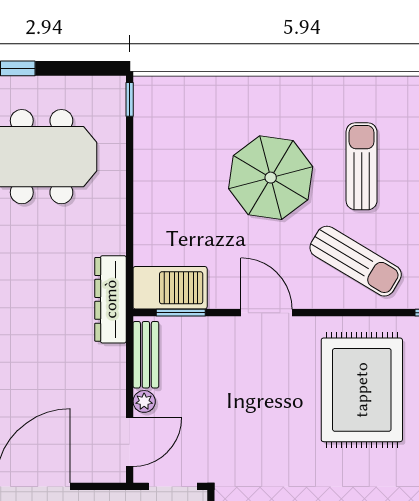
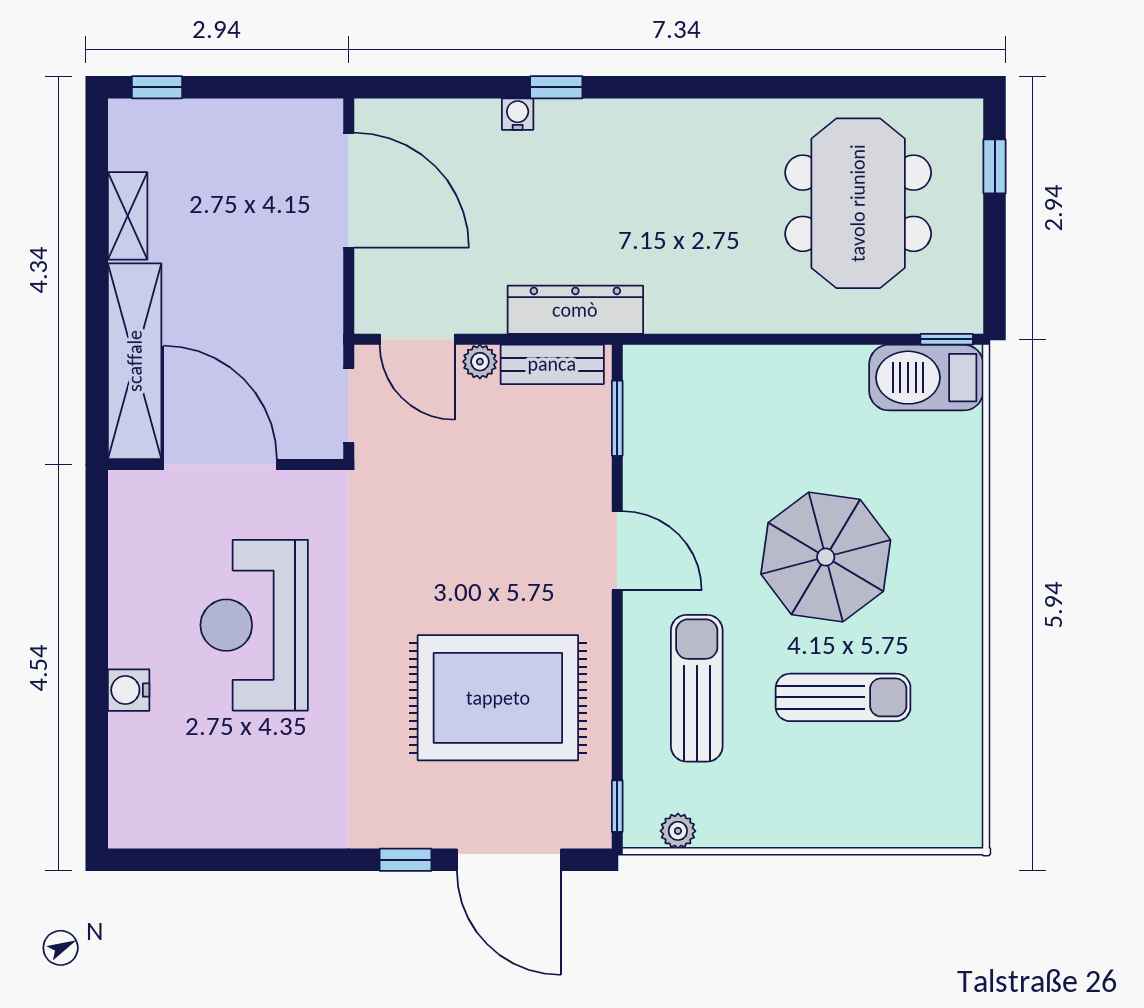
sun lounger: (356, 261) -> (697, 688), turned 149
barbecue: (170, 288) -> (926, 378), moved, turned 90
dresser: (111, 299) -> (575, 310), moved
door: (267, 313) -> (617, 551), hinge flipped

